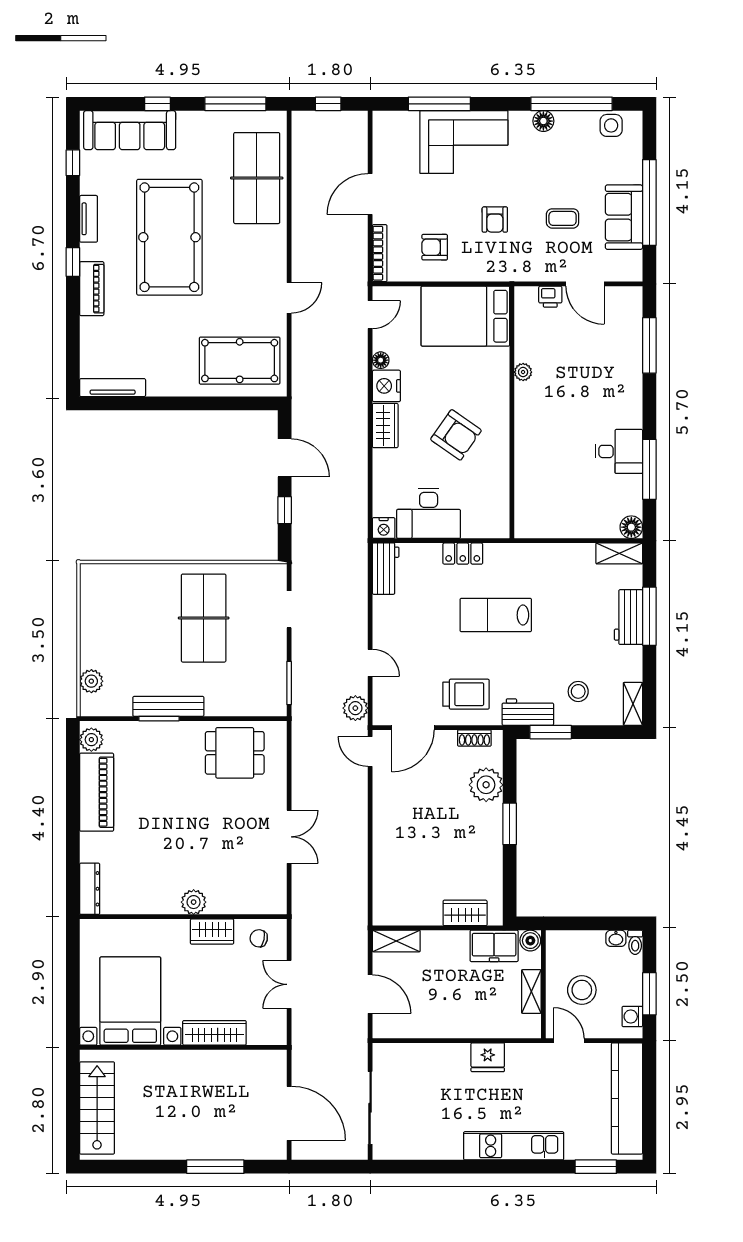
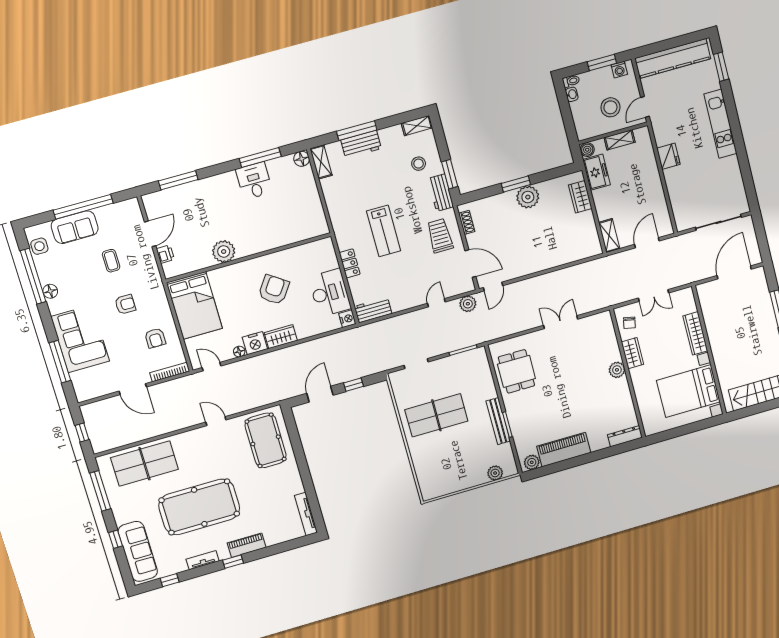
sofa: (624, 217) -> (75, 227), moved
plant: (523, 372) -> (224, 251), width x1.88, depth x1.88
plant: (486, 785) -> (528, 197), moved

